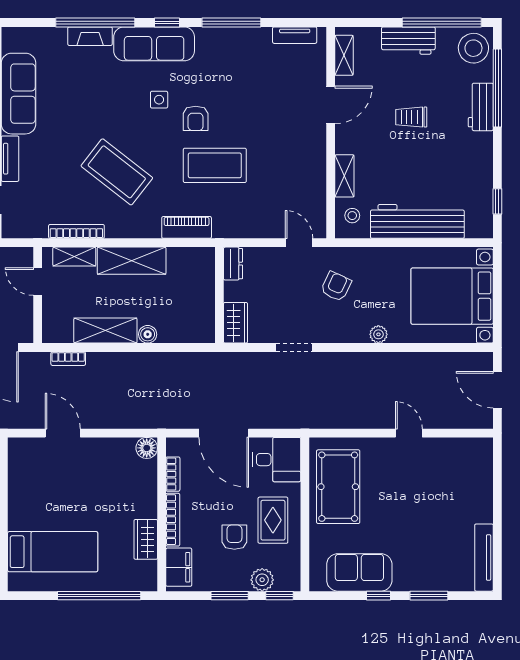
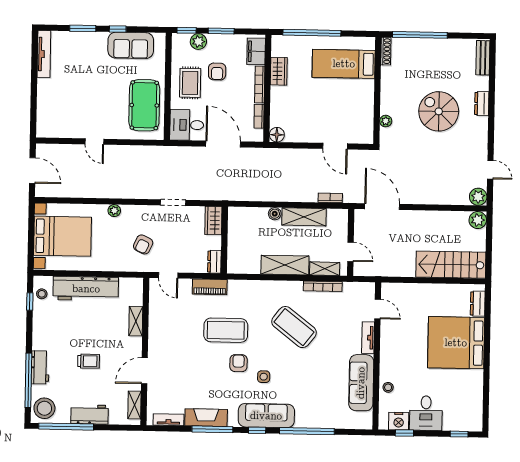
fireplace: (90, 36) -> (206, 418), moved, width x1.37, depth x1.32
stool: (352, 216) -> (42, 294), moved
piano: (187, 227) -> (210, 287), moved

